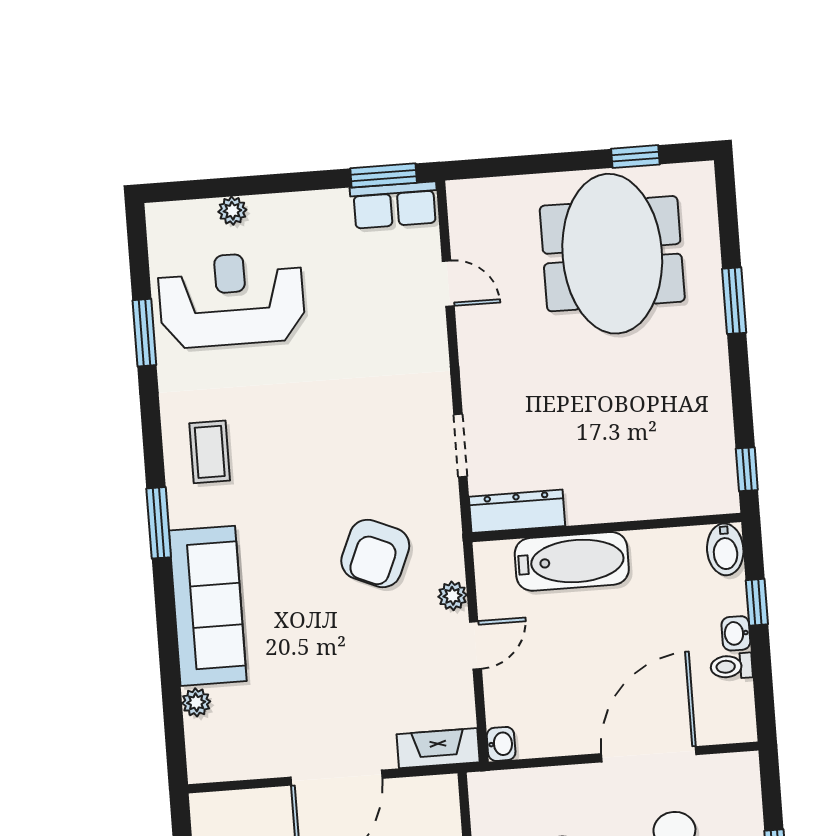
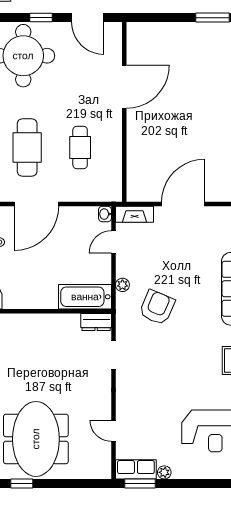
plant: (232, 211) -> (164, 472), moved
dresser: (517, 511) -> (96, 322), width x0.70
bathtub: (572, 561) -> (85, 297), moved
door: (475, 645) -> (114, 242), moved

